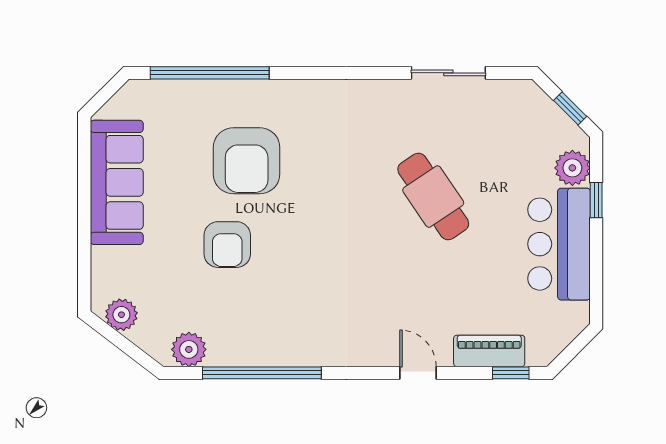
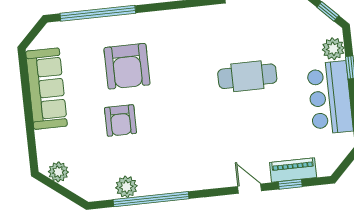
cafe table: (433, 197) -> (247, 76), turned -56
plant: (189, 349) -> (126, 187), moved
window: (511, 373) -> (290, 184), moved

